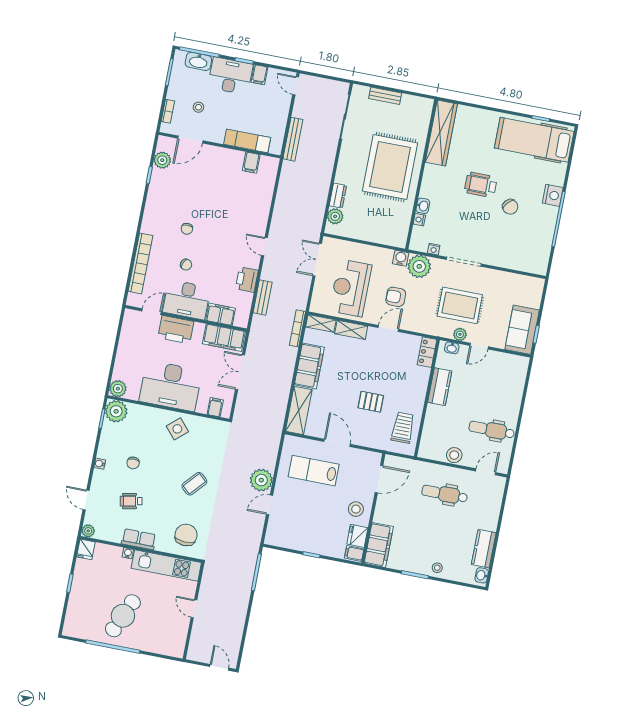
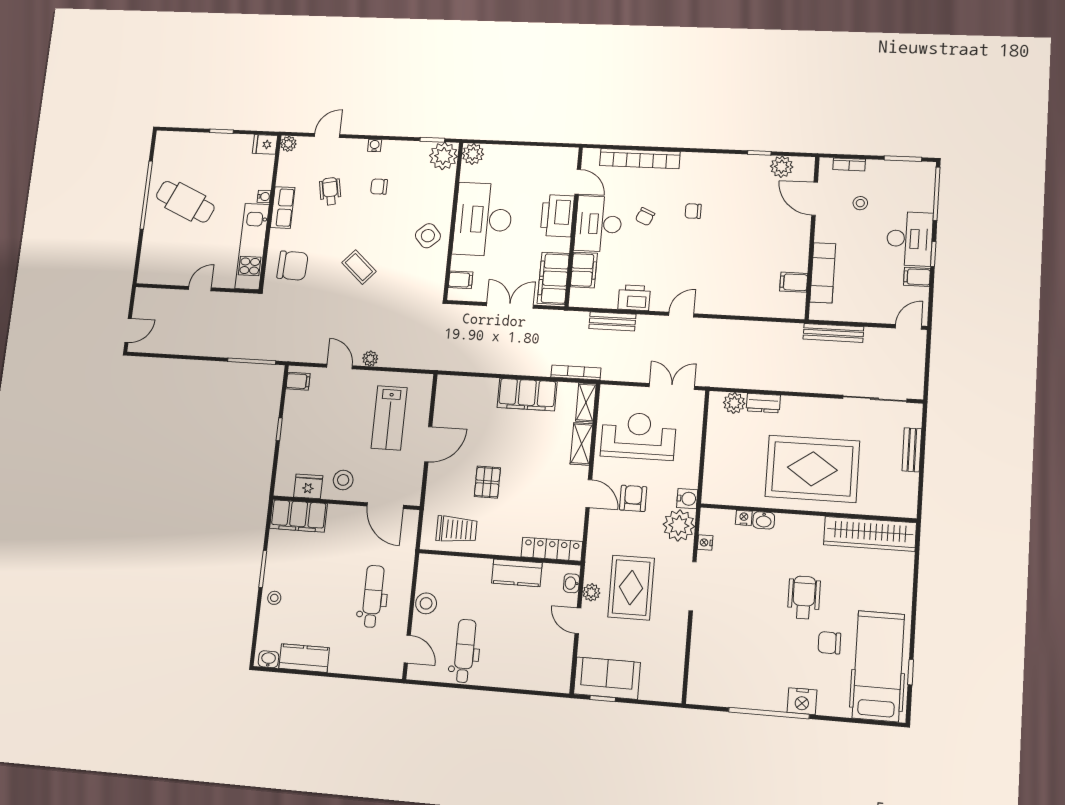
washbasin: (198, 61) -> (924, 194), removed
chair: (510, 207) -> (829, 643), moved, turned 49
locker: (427, 352) -> (552, 549), width x1.53
shelving: (299, 410) -> (467, 388), removed
lab bench: (314, 471) -> (389, 418), turned 180
plant: (261, 480) -> (370, 359), width x0.53, depth x0.53
filing cabinet: (354, 553) -> (298, 381), moved, turned 90

